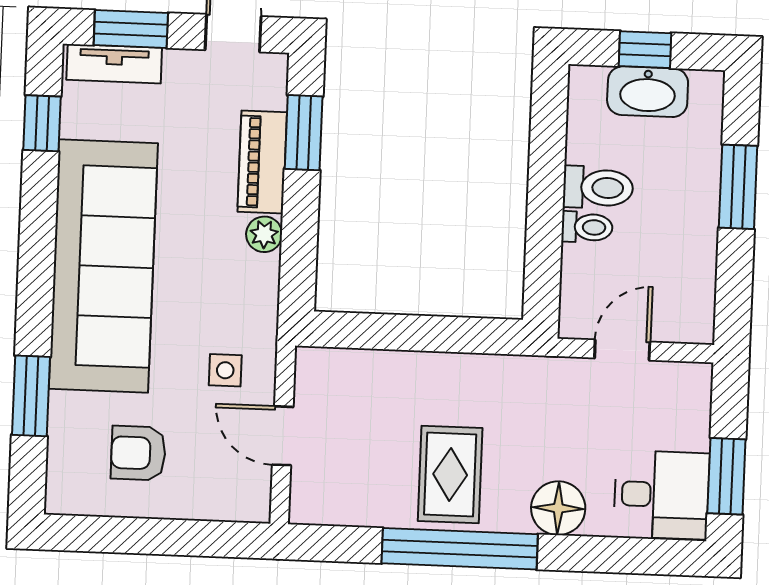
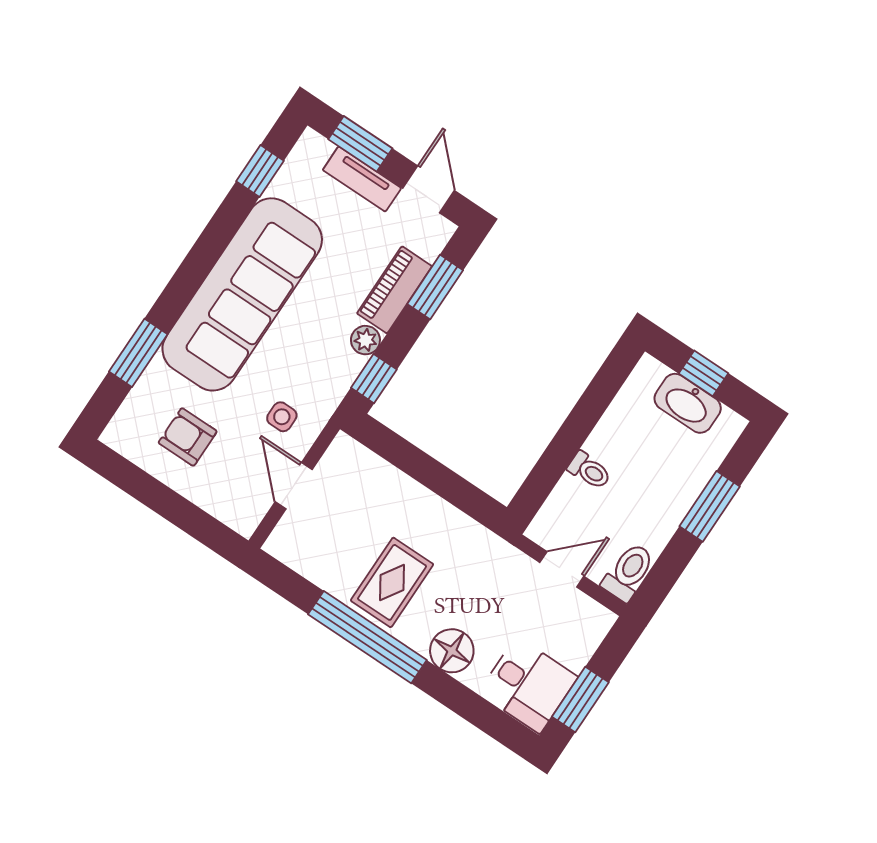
tv unit: (114, 64) -> (362, 179), moved
toilet: (598, 188) -> (628, 572), moved, turned -90
window: (298, 270) -> (374, 379), added

